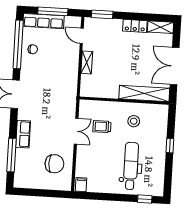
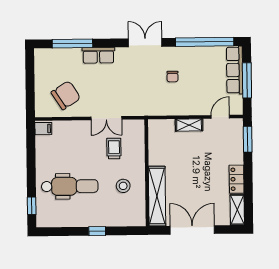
chair: (33, 49) -> (172, 77), moved
chair: (54, 164) -> (66, 95), turned -123

